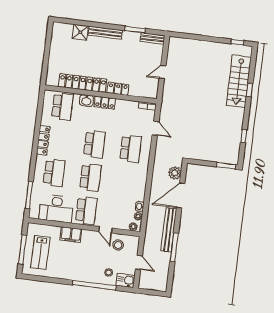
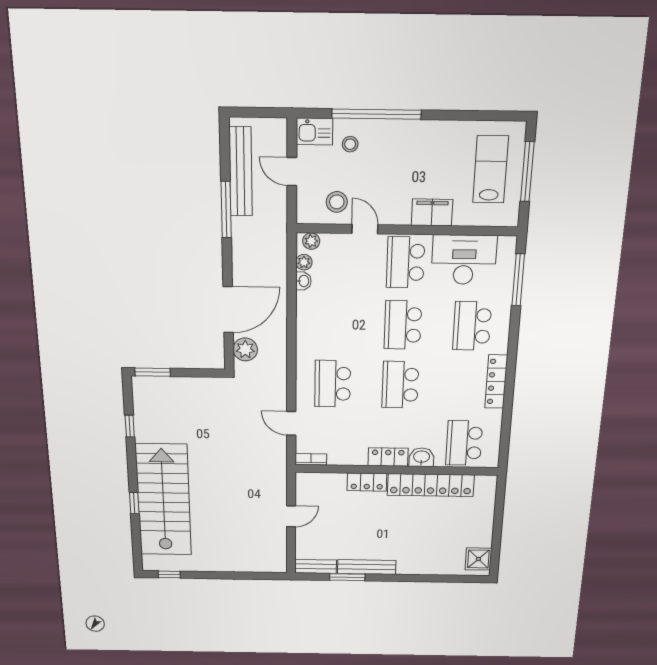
shower: (80, 32) -> (478, 559), moved
bench: (105, 33) -> (367, 567), moved
stairs: (239, 81) -> (164, 500), width x1.36, depth x1.51
bench: (169, 230) -> (241, 172), moved

